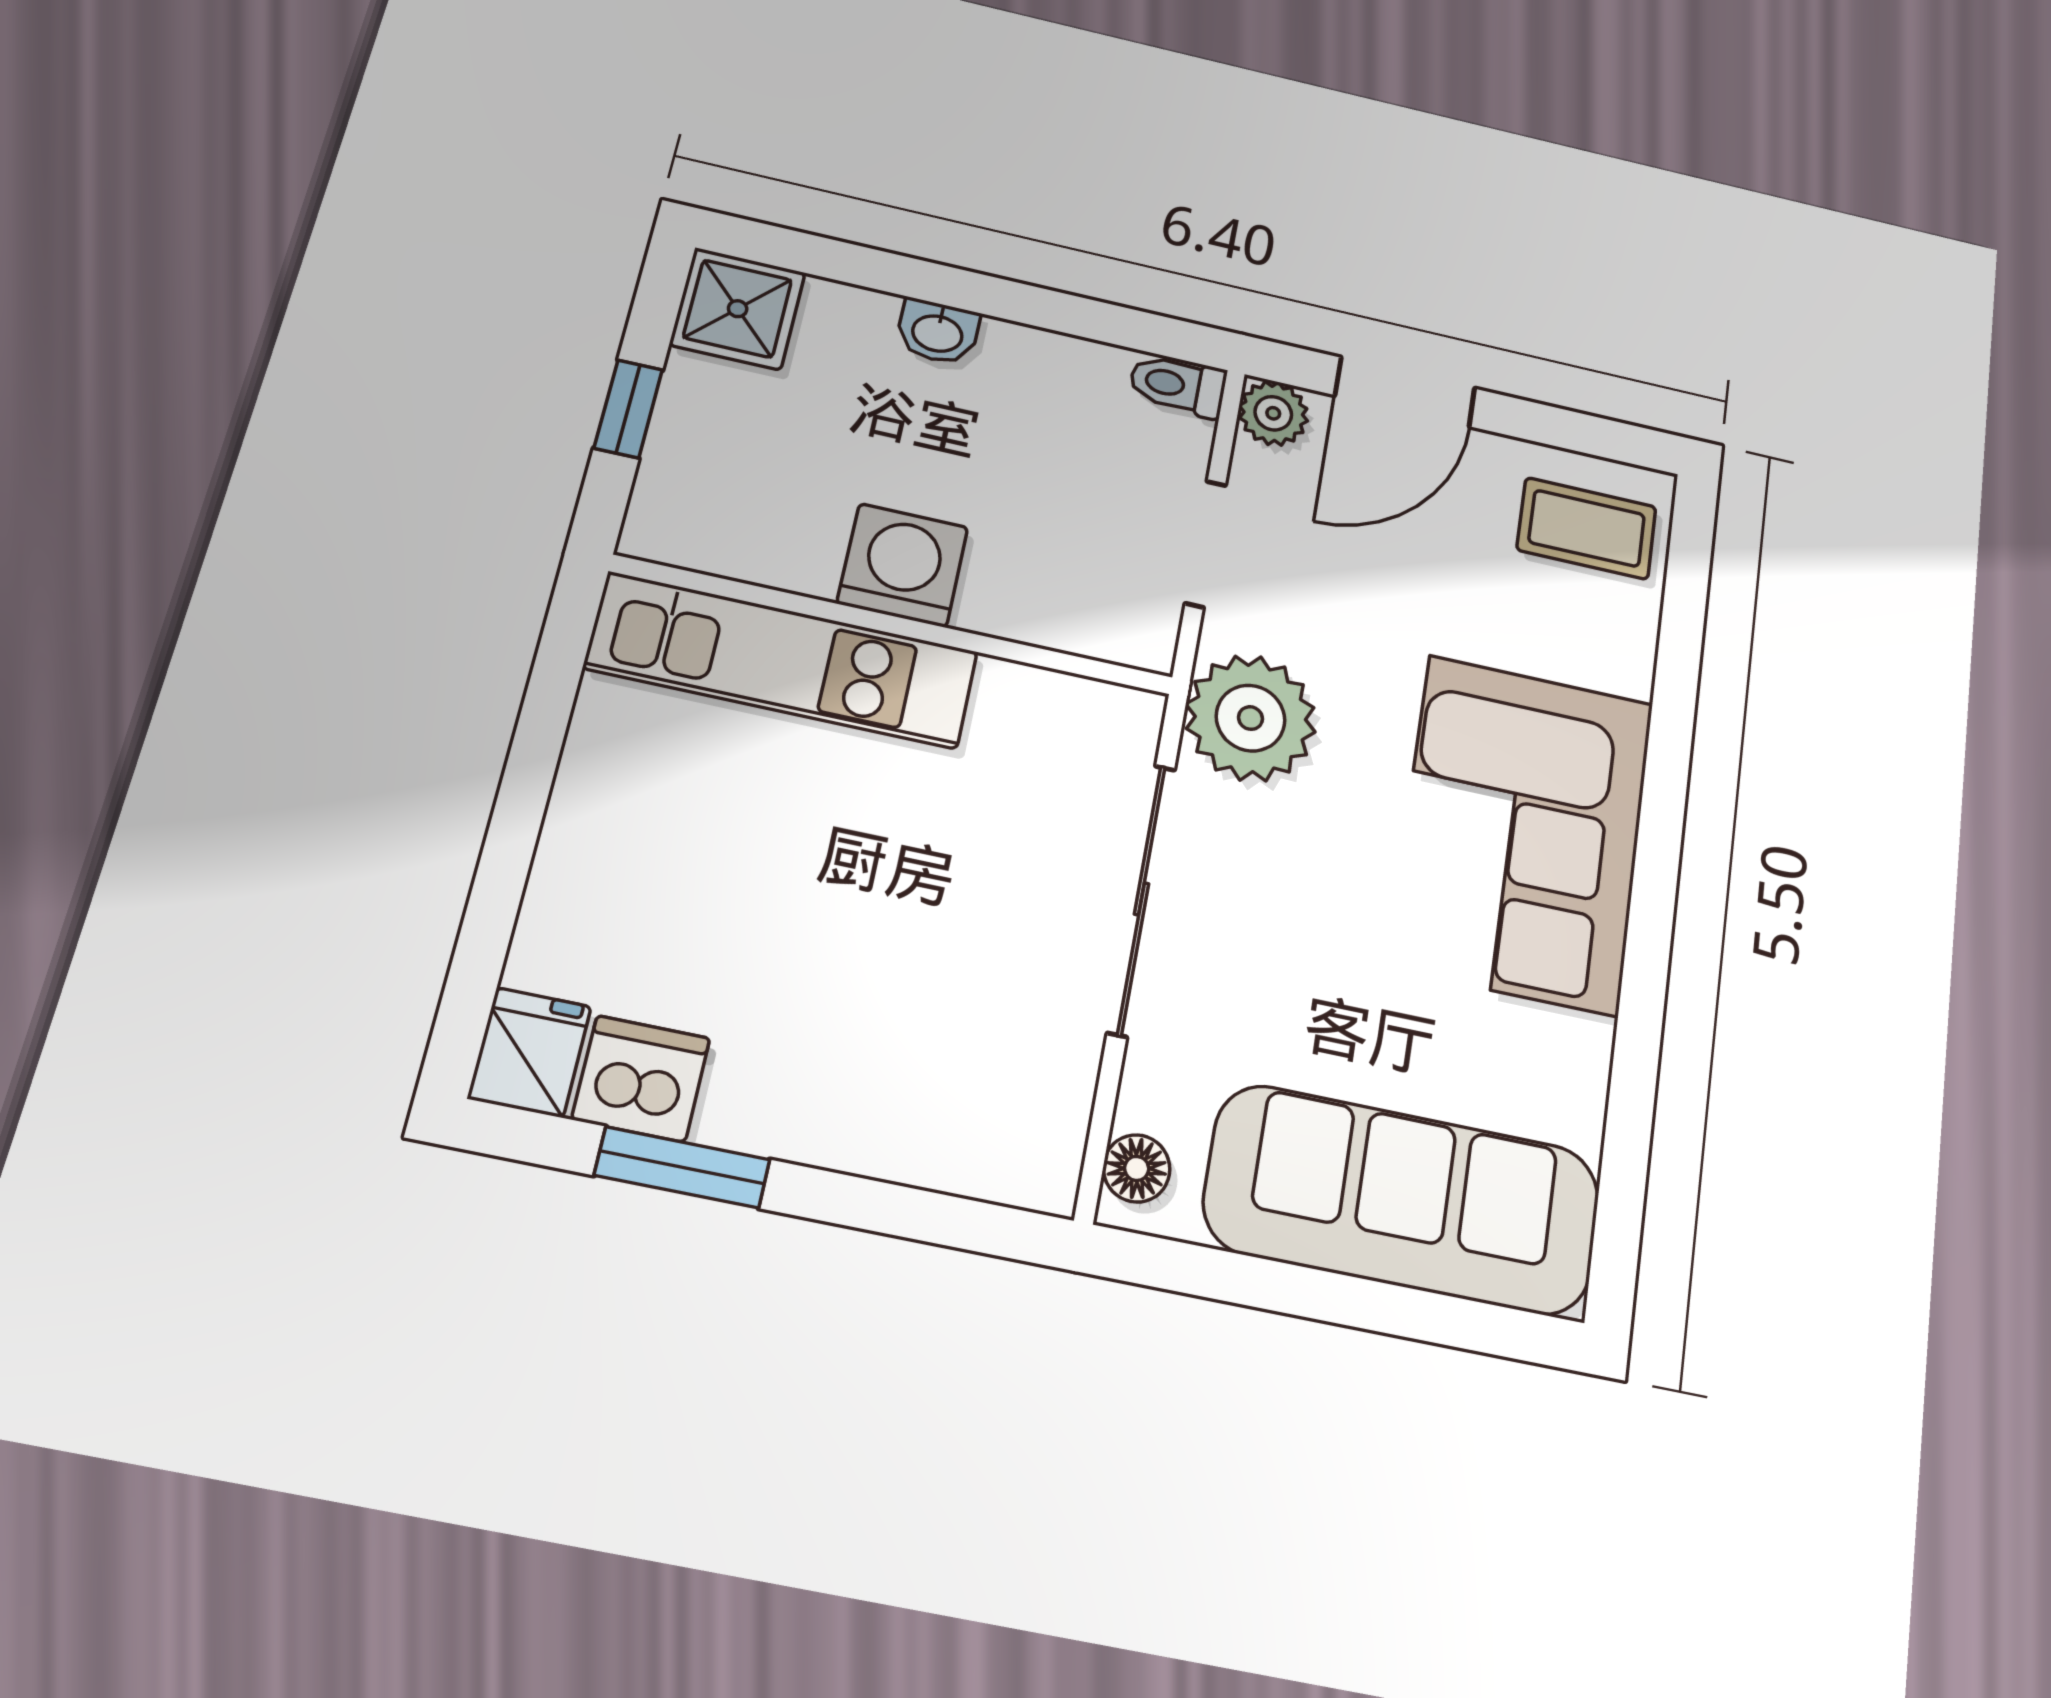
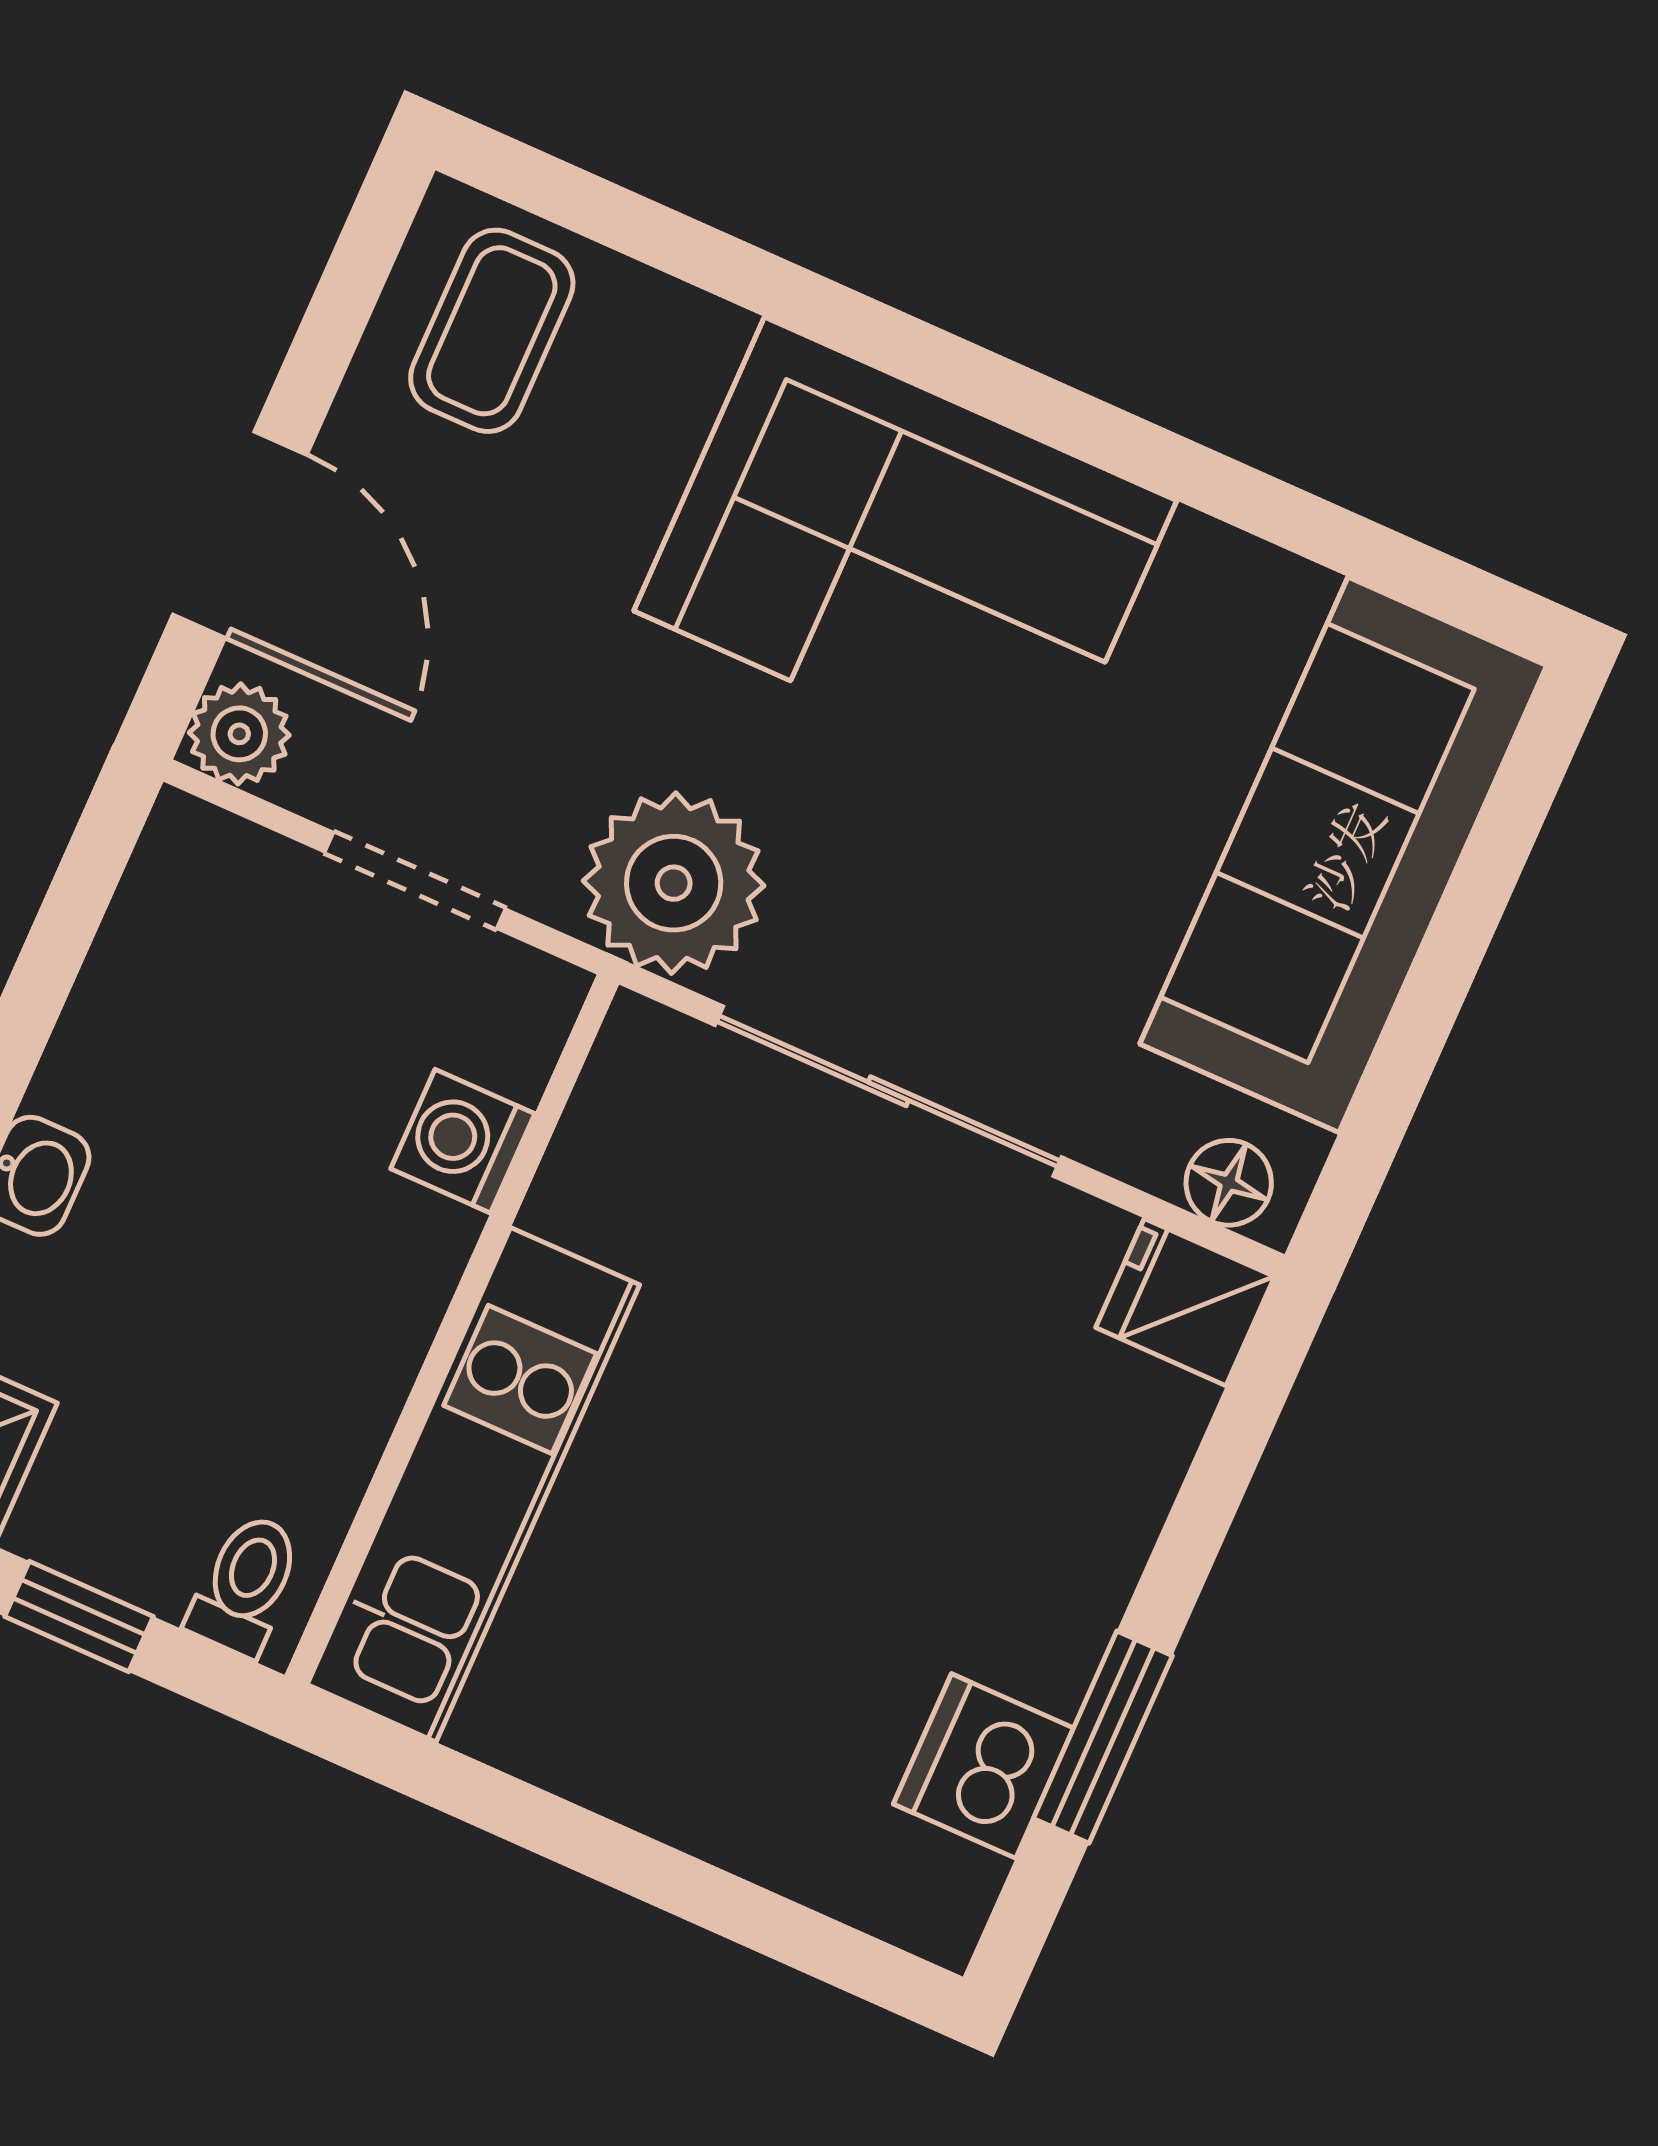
toilet: (1178, 385) -> (245, 1585), moved, turned 180
washing machine: (903, 565) -> (463, 1141), moved, width x0.73, depth x0.73
fridge: (530, 1052) -> (1185, 1302), moved

